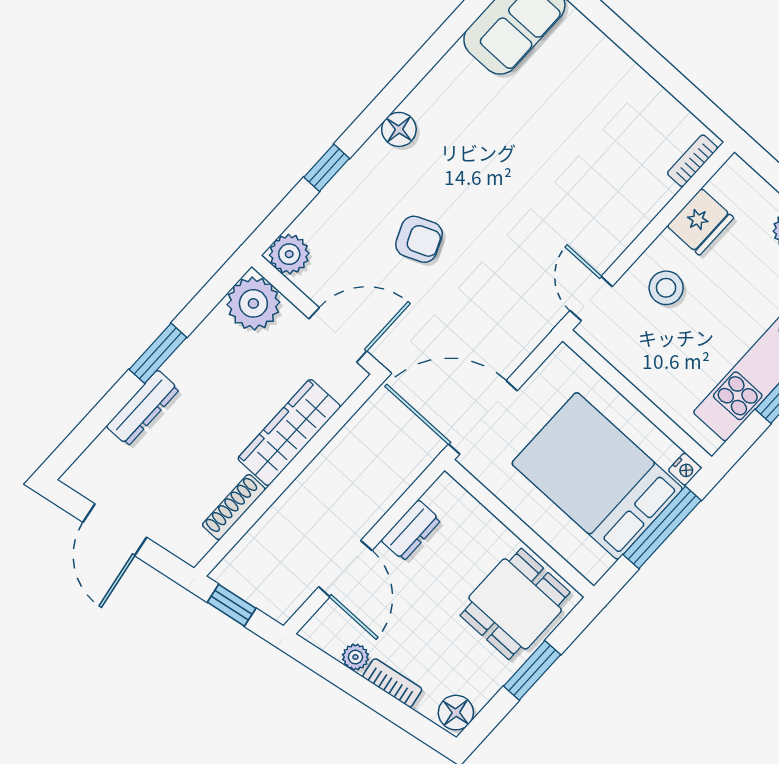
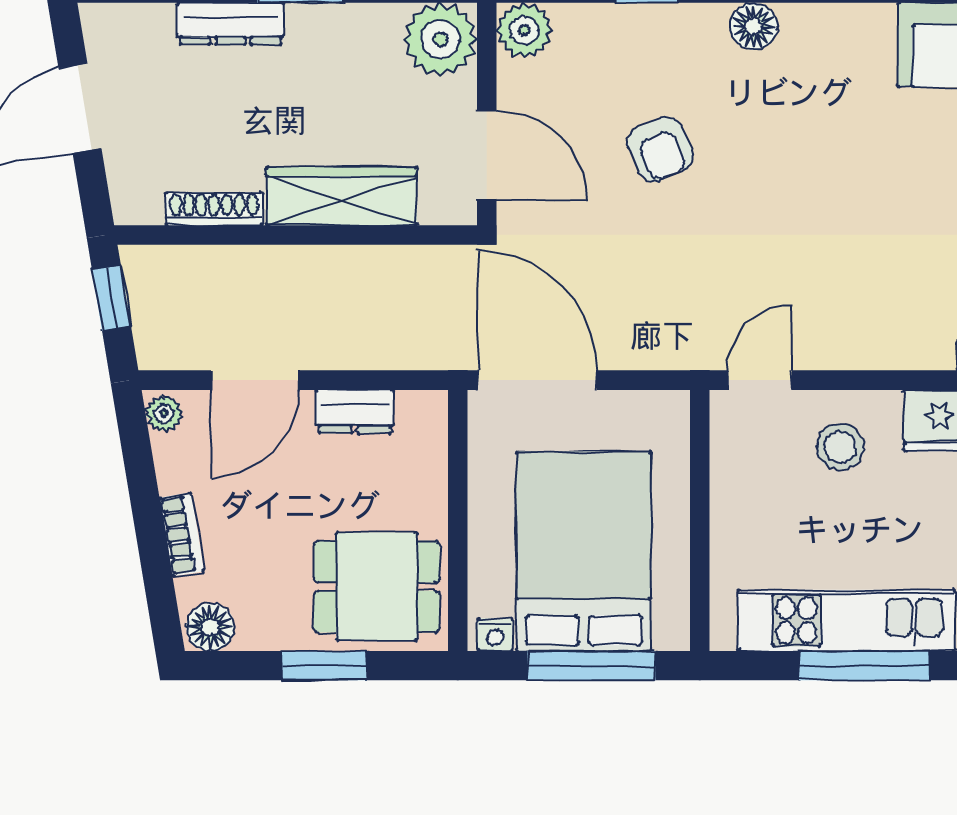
nightstand: (685, 469) -> (495, 635), moved
plant: (355, 657) -> (164, 413), moved

